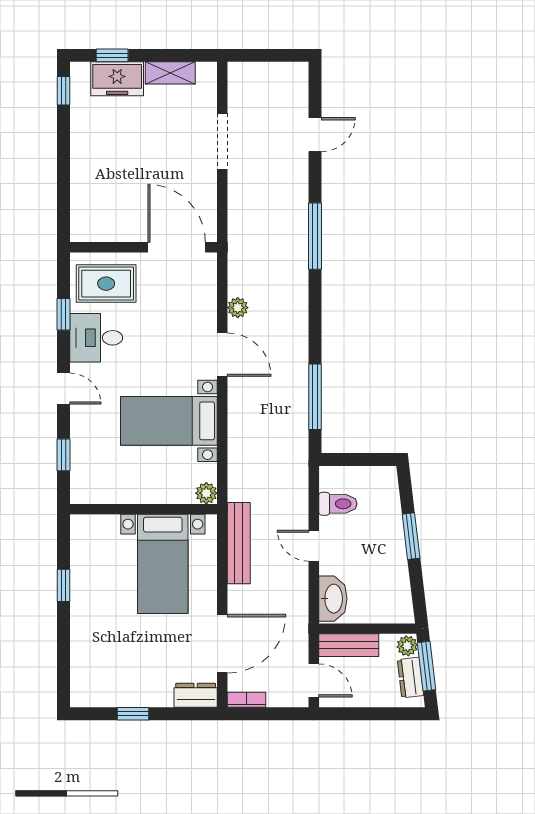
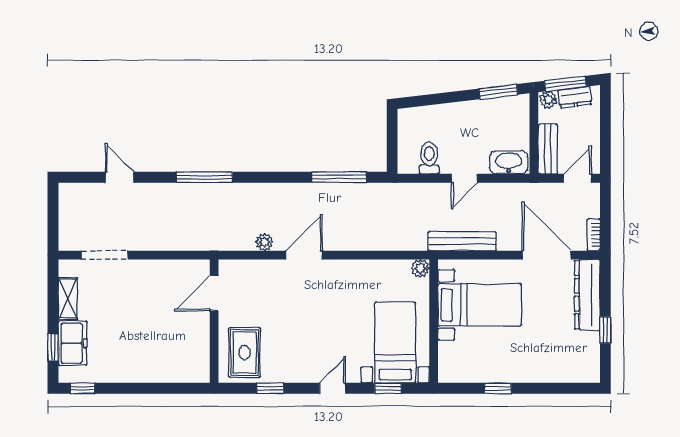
doorway: (222, 141) -> (105, 255), moved
door: (177, 247) -> (214, 293), width x0.73
desk: (96, 338) -> (290, 361), removed
bed with nightstands: (169, 421) -> (395, 342), moved, turned 180
window: (411, 536) -> (498, 92), moved
dresser: (196, 695) -> (587, 295), width x1.96, depth x1.24

